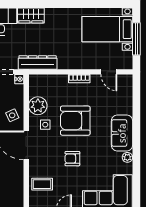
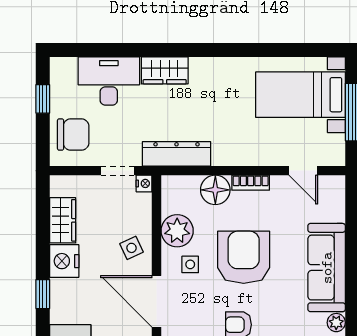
floor lamp: (59, 83) -> (215, 190), added
armchair: (75, 121) -> (244, 257), turned 90
sofa: (122, 133) -> (327, 268), width x1.36

